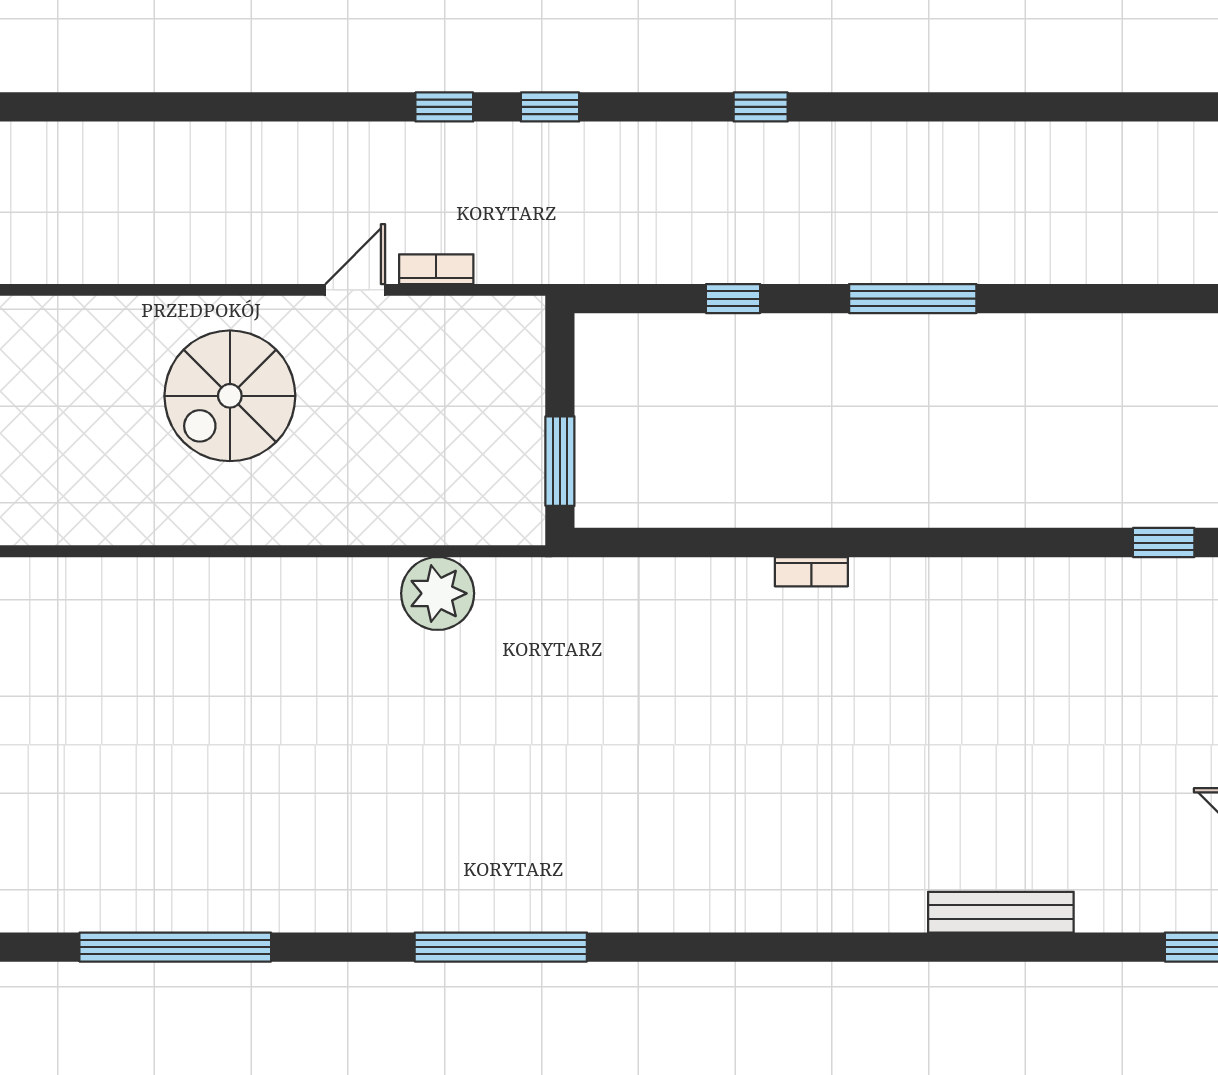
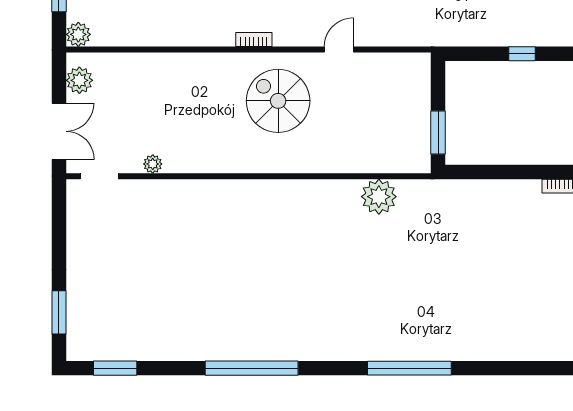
bookcase: (436, 269) -> (254, 40), moved
spiral stairs: (230, 396) -> (278, 101), turned 90

